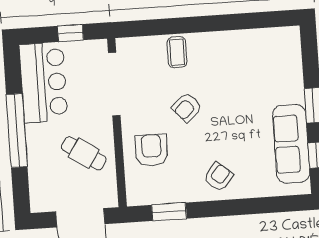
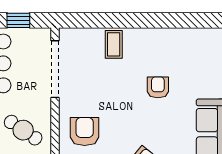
armchair: (187, 107) -> (158, 87), moved, turned 132

